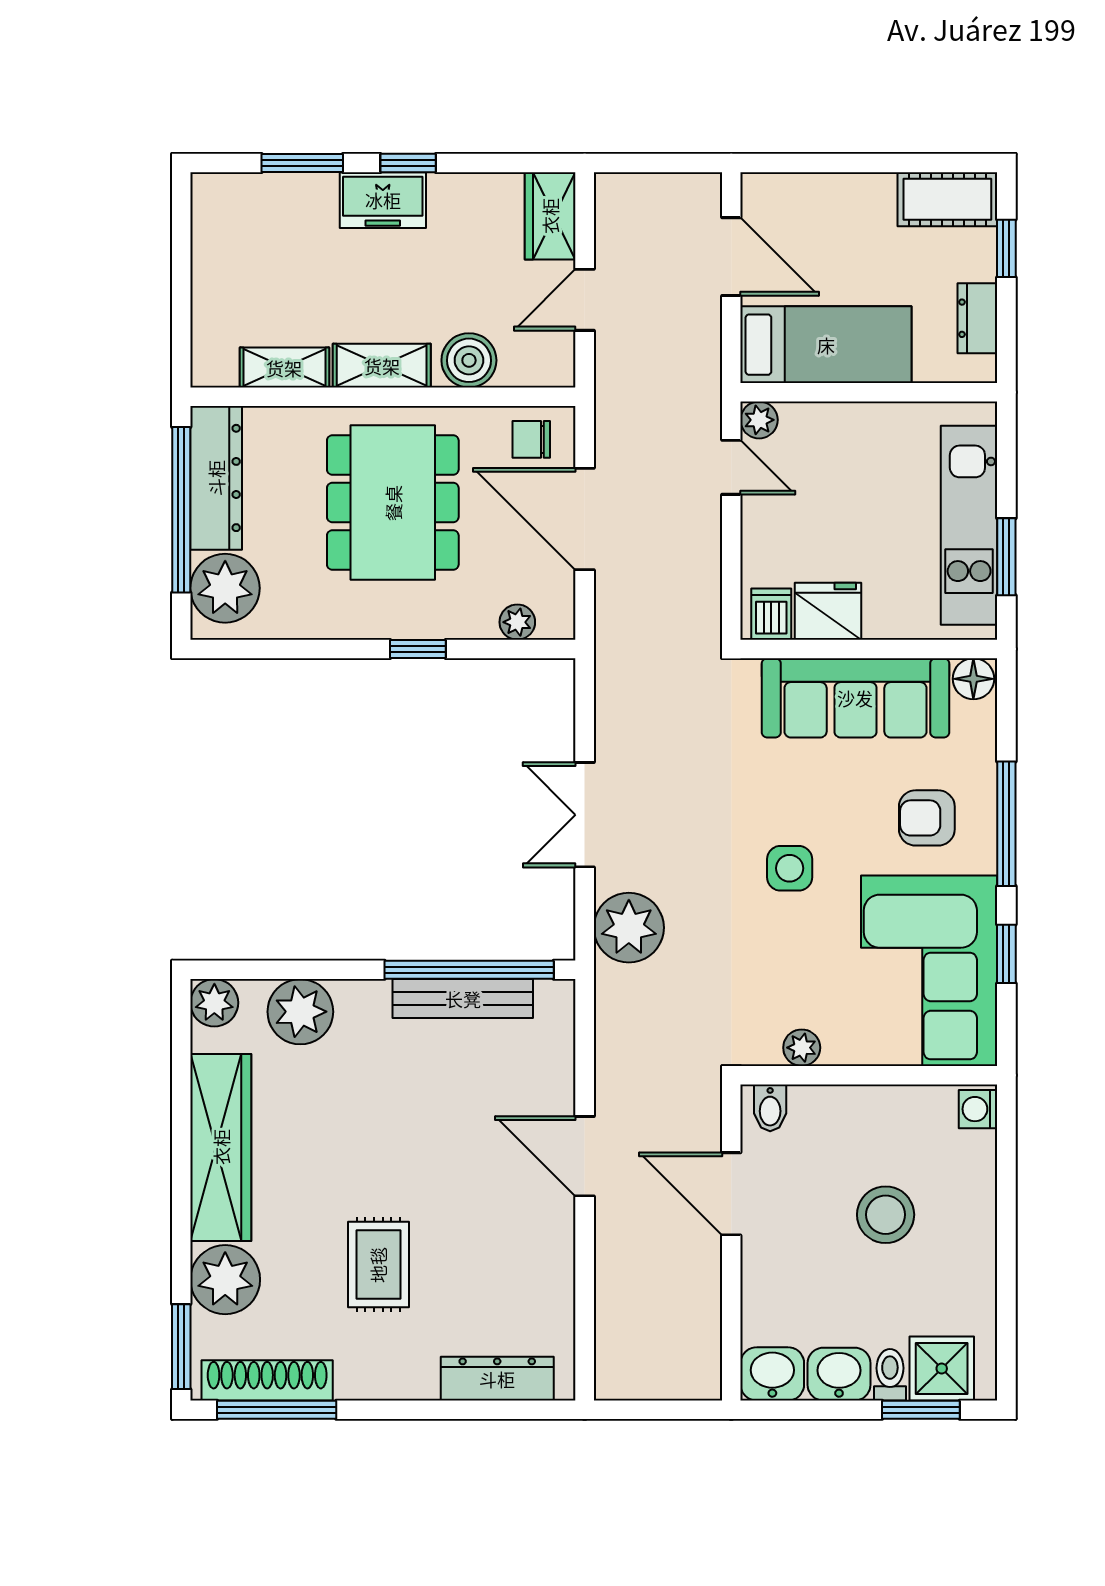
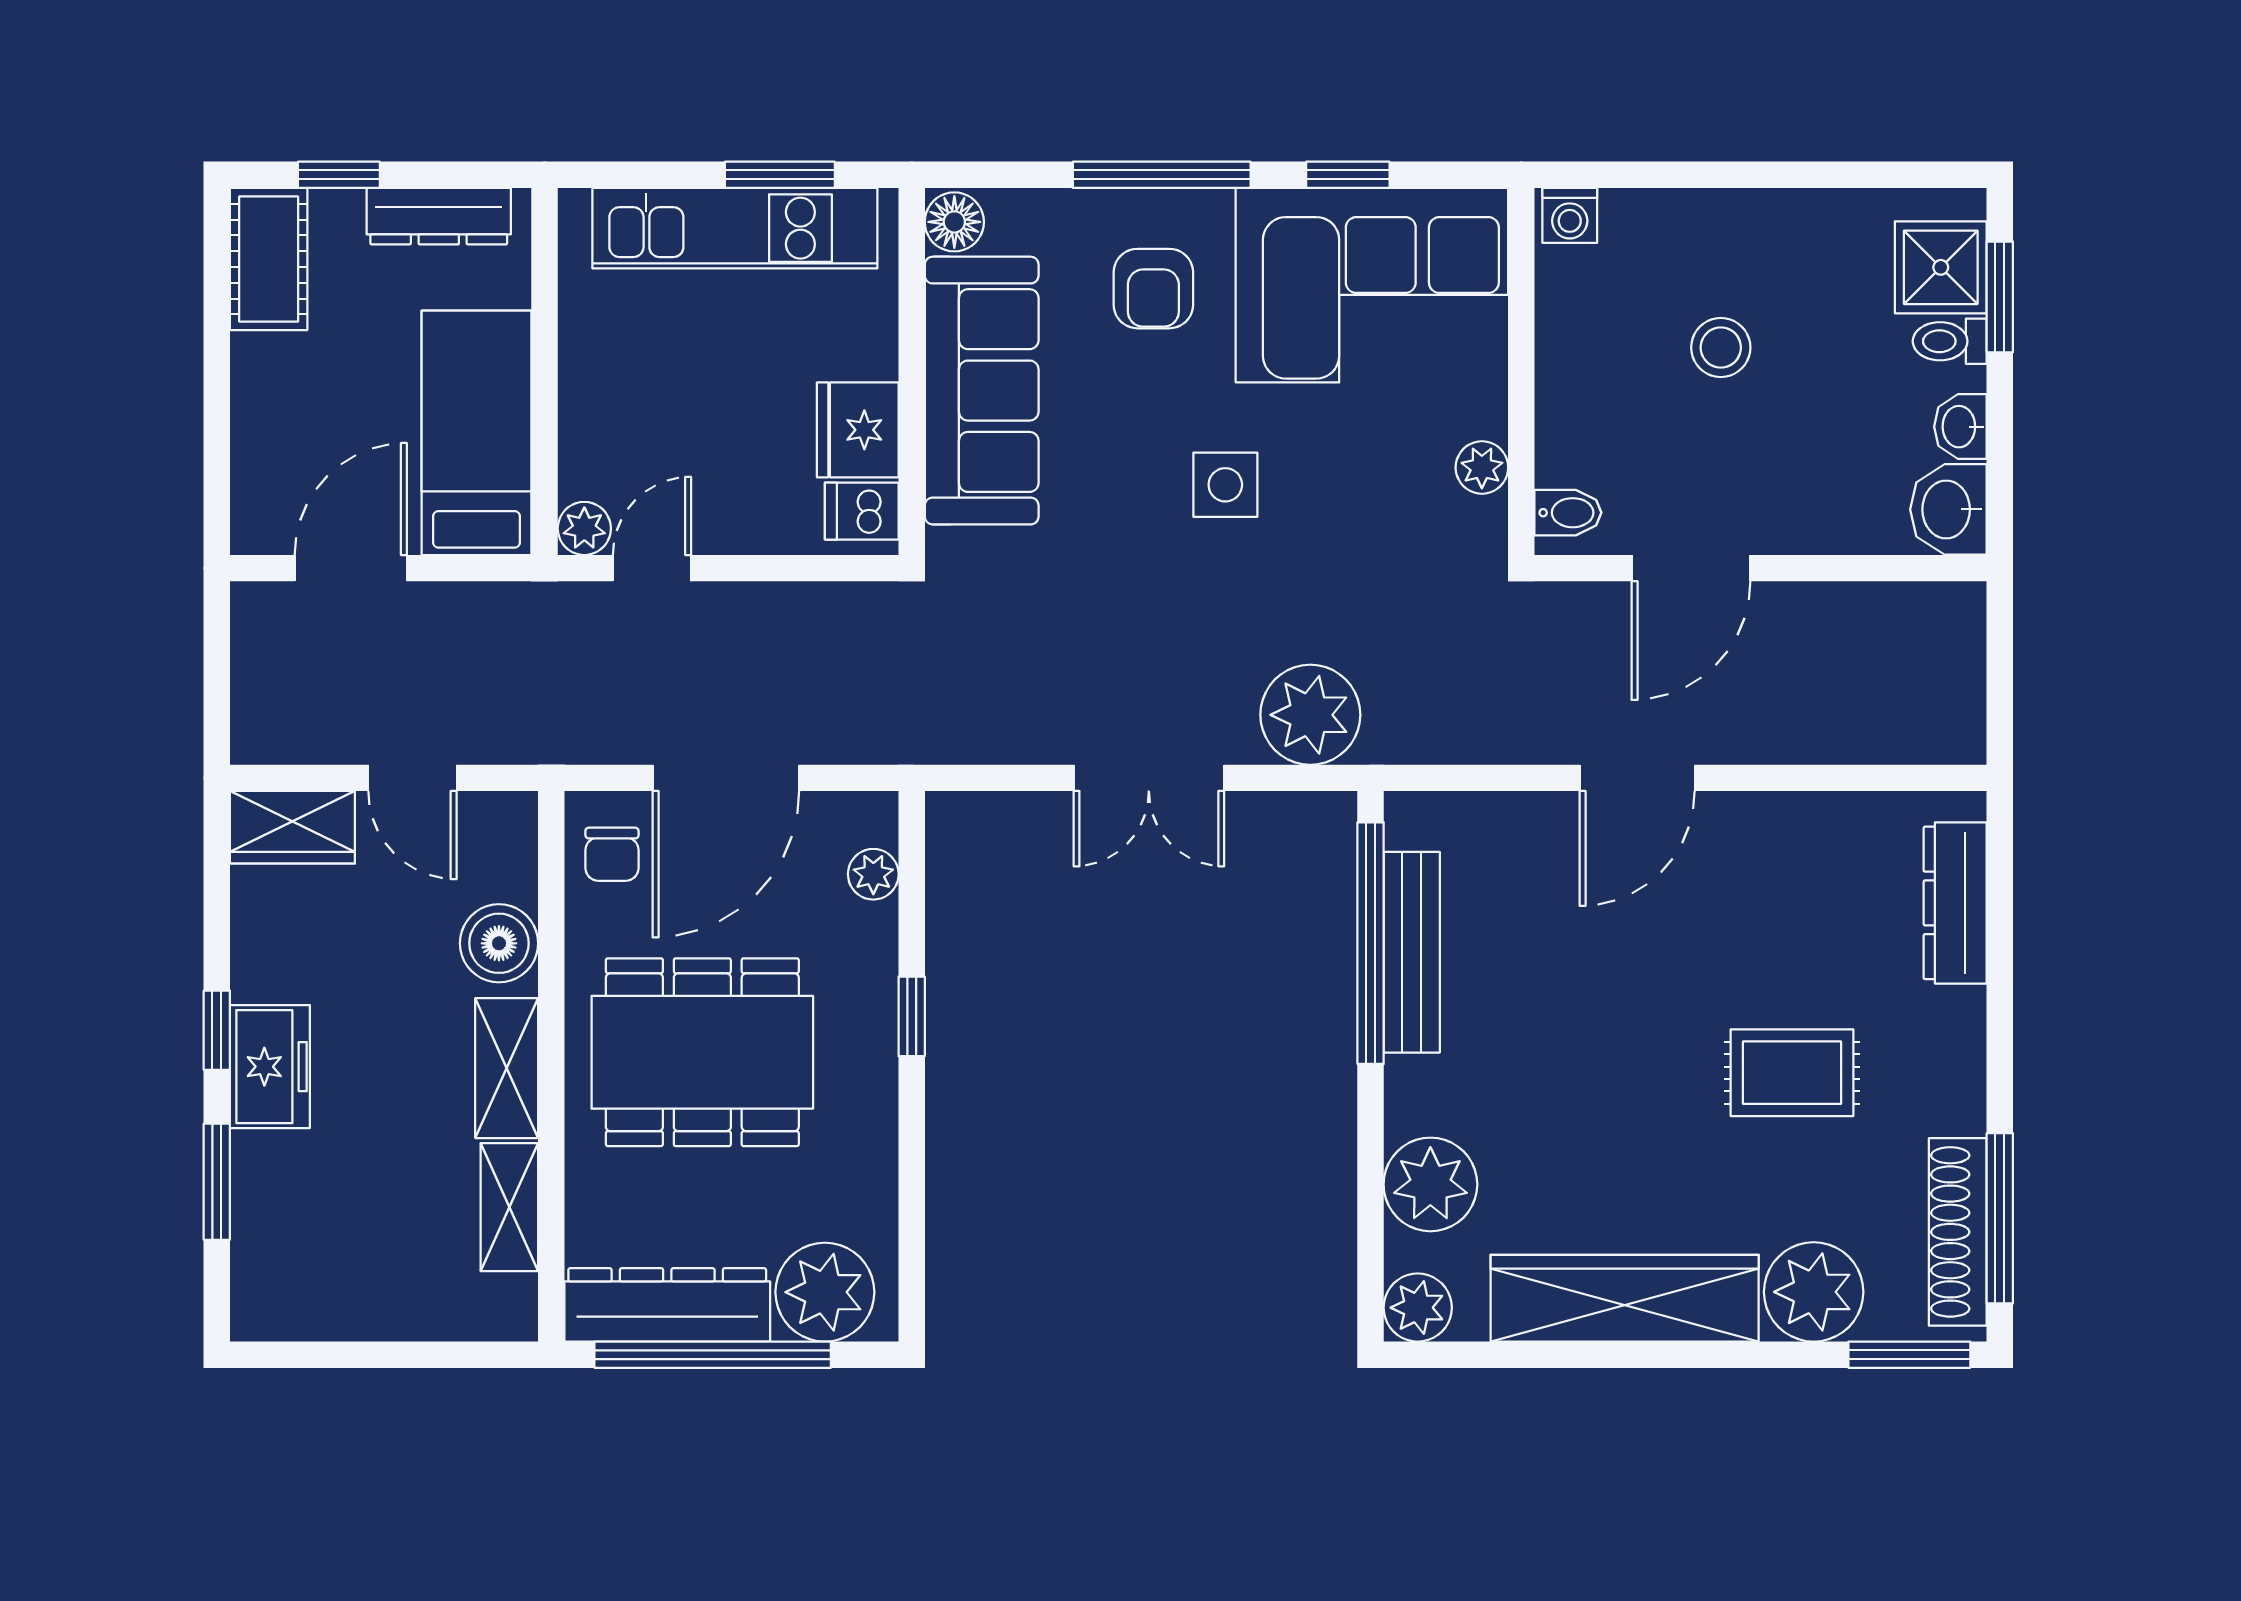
dresser: (977, 318) -> (439, 216), width x1.44
stool: (886, 1215) -> (1721, 348), width x0.73, depth x0.73
washbasin: (839, 1374) -> (1960, 427), width x0.72, depth x0.69

